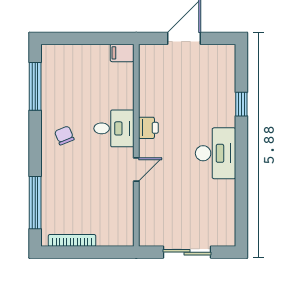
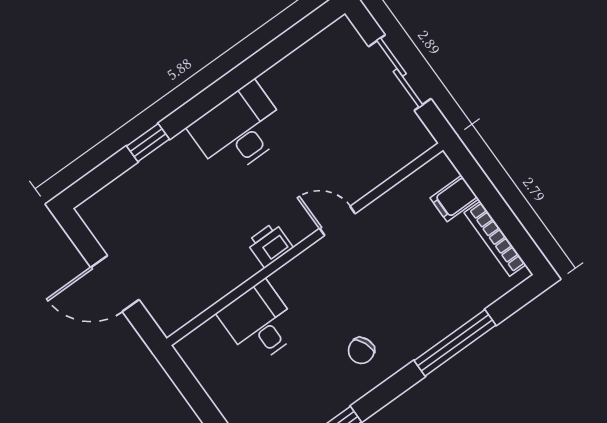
filing cabinet: (122, 53) -> (454, 198), moved, turned 90
desk: (114, 128) -> (259, 322), moved
window: (35, 203) -> (455, 343), moved

